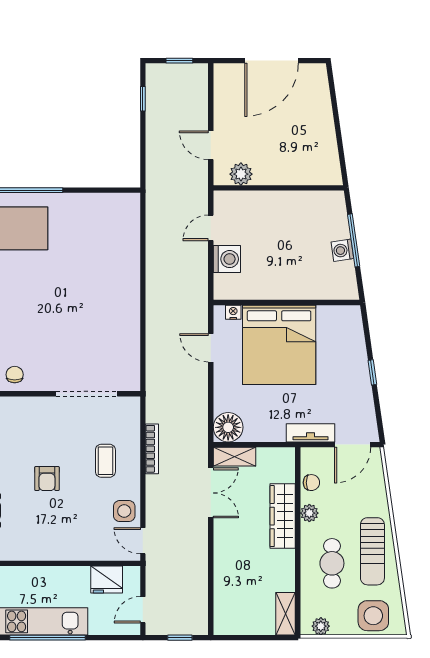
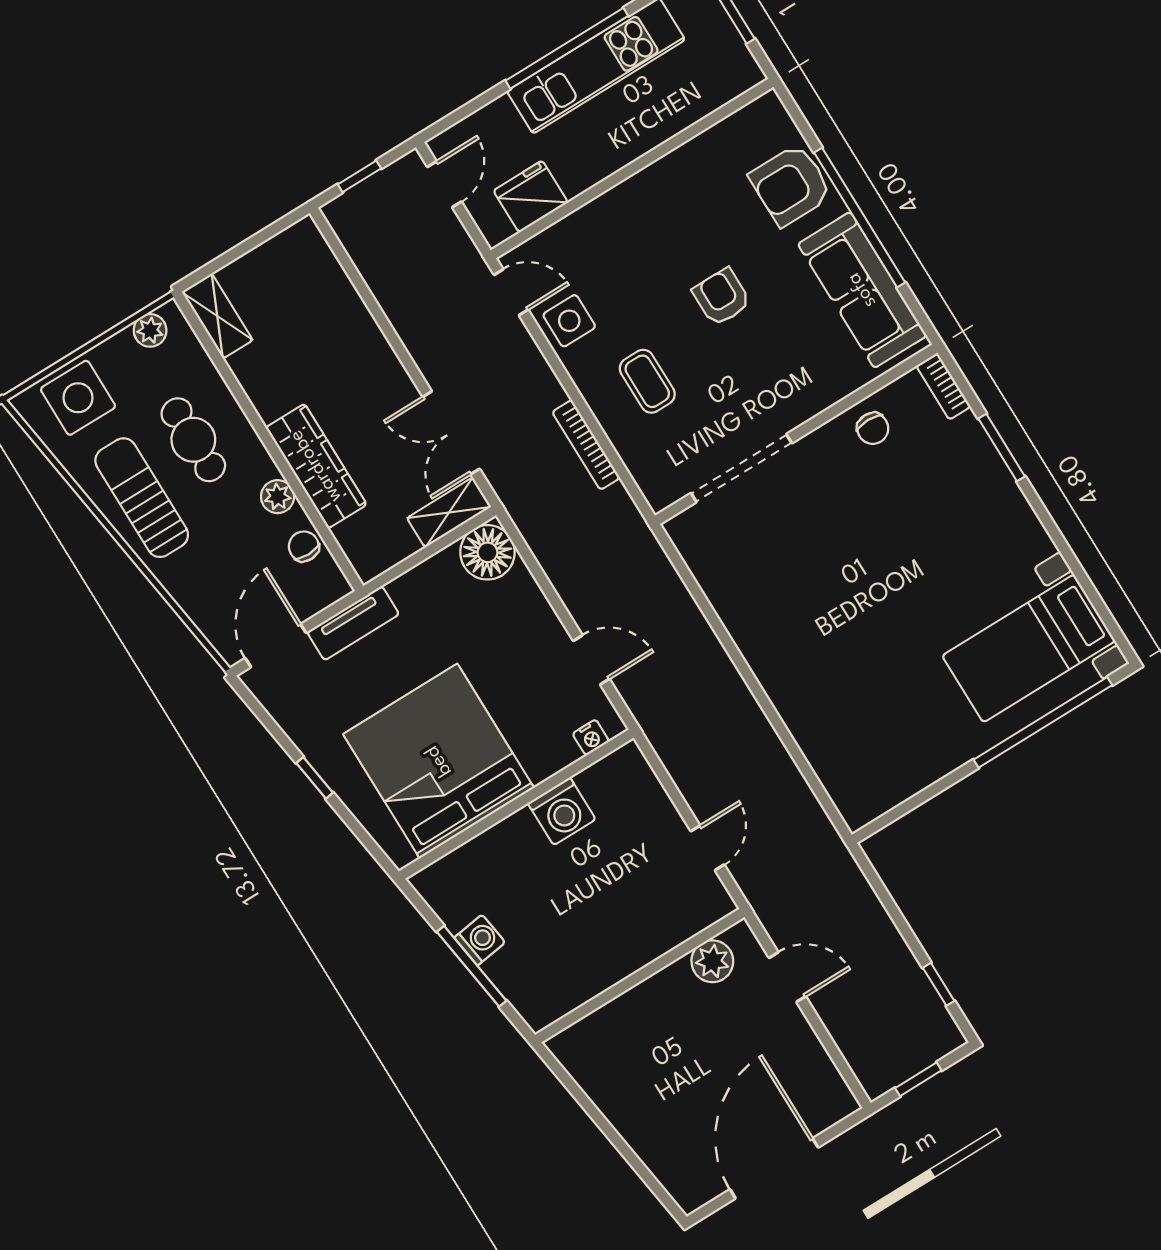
washing machine: (227, 259) -> (562, 811), moved, turned -90
bed: (279, 345) -> (439, 761), moved
chair: (311, 483) -> (304, 546), turned 90

